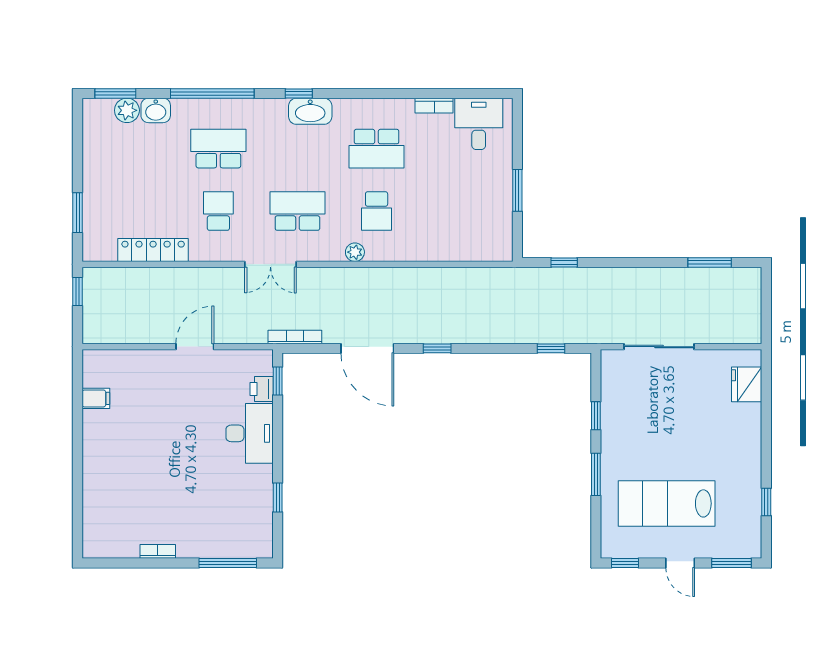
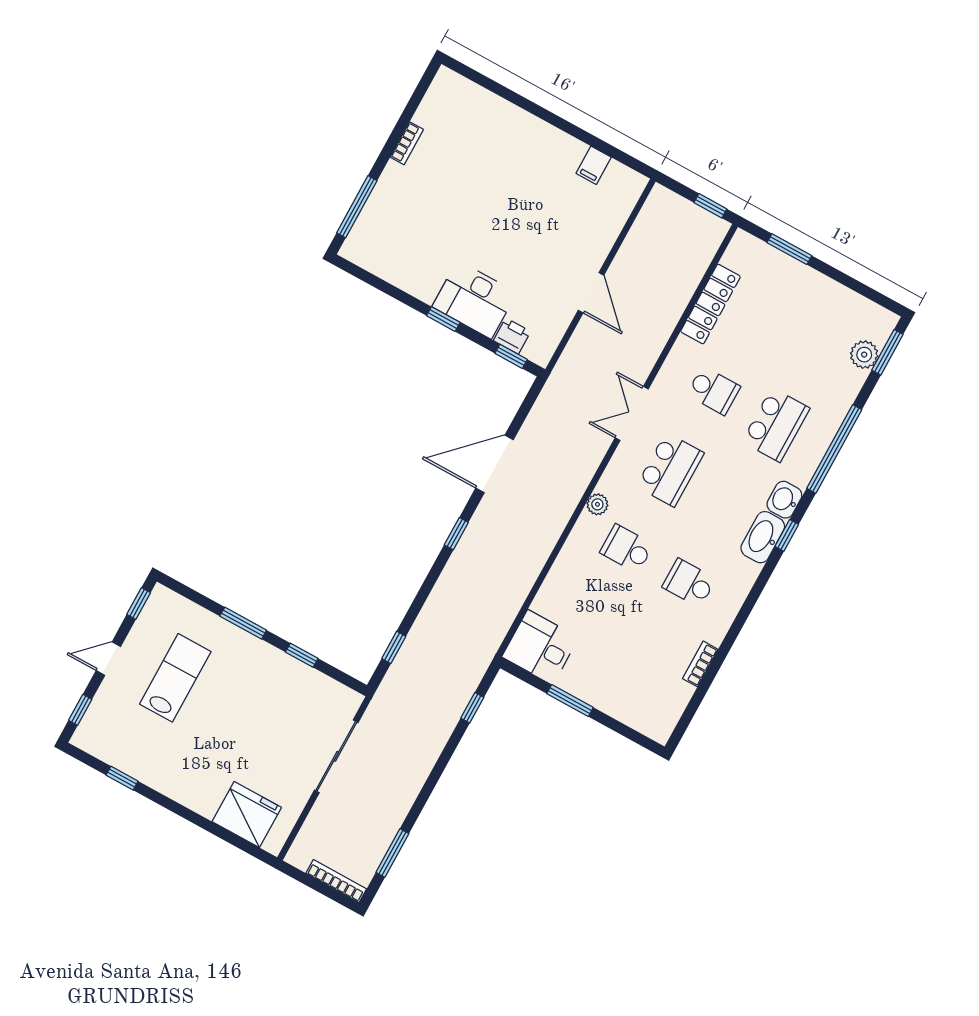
washbasin: (156, 110) -> (784, 500), moved
desk: (479, 124) -> (540, 647), moved, turned 180
school desk: (377, 149) -> (689, 583), width x0.54
bookcase: (295, 337) -> (336, 881), moved, turned -90
fridge: (747, 384) -> (247, 815), width x1.36, depth x1.34
window: (278, 497) -> (443, 319), moved
lab bench: (667, 503) -> (175, 678), width x0.73, depth x0.72
window: (731, 563) -> (80, 710), width x0.67

